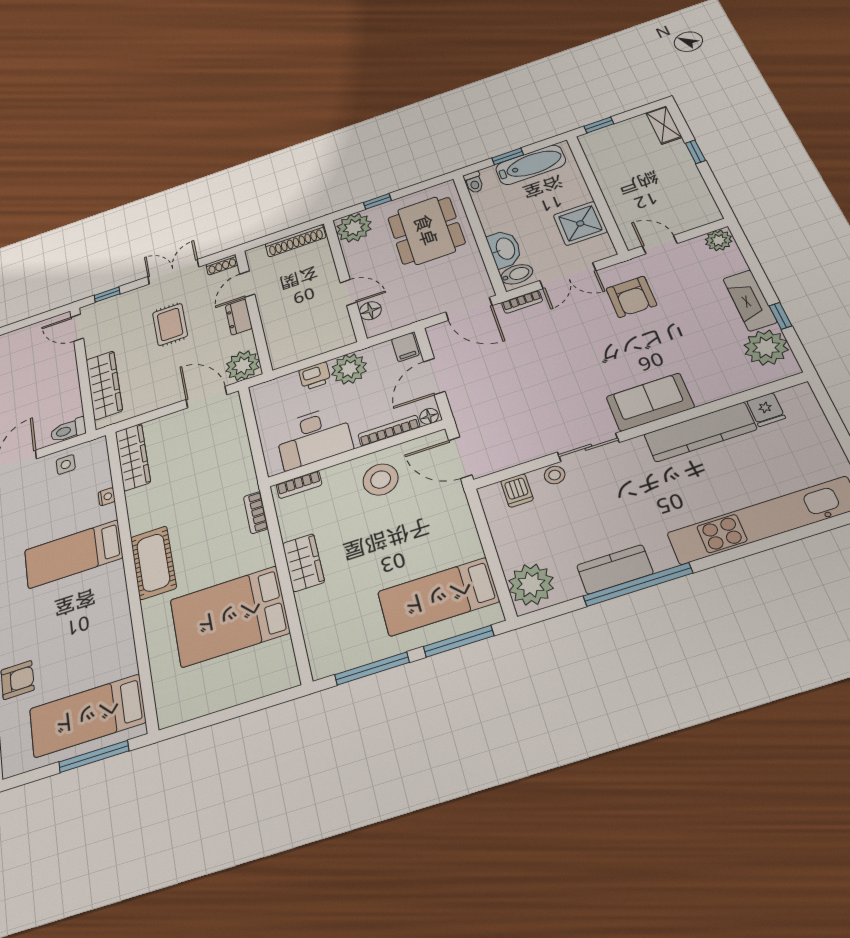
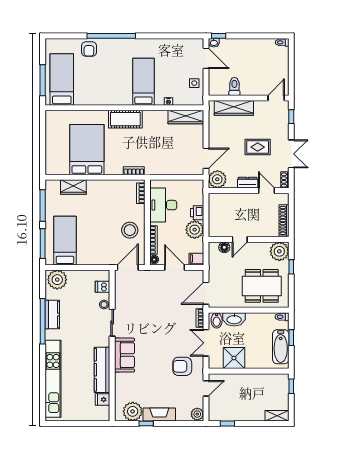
window: (695, 152) -> (227, 424), moved
toilet: (68, 430) -> (234, 86), moved
wardrobe: (303, 563) -> (73, 187), moved

